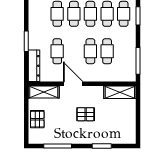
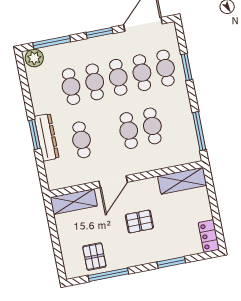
dresser: (34, 66) -> (47, 137), moved
door: (73, 84) -> (113, 182), swing flipped
pallet: (37, 119) -> (94, 257), moved
locker: (131, 133) -> (209, 236), added

